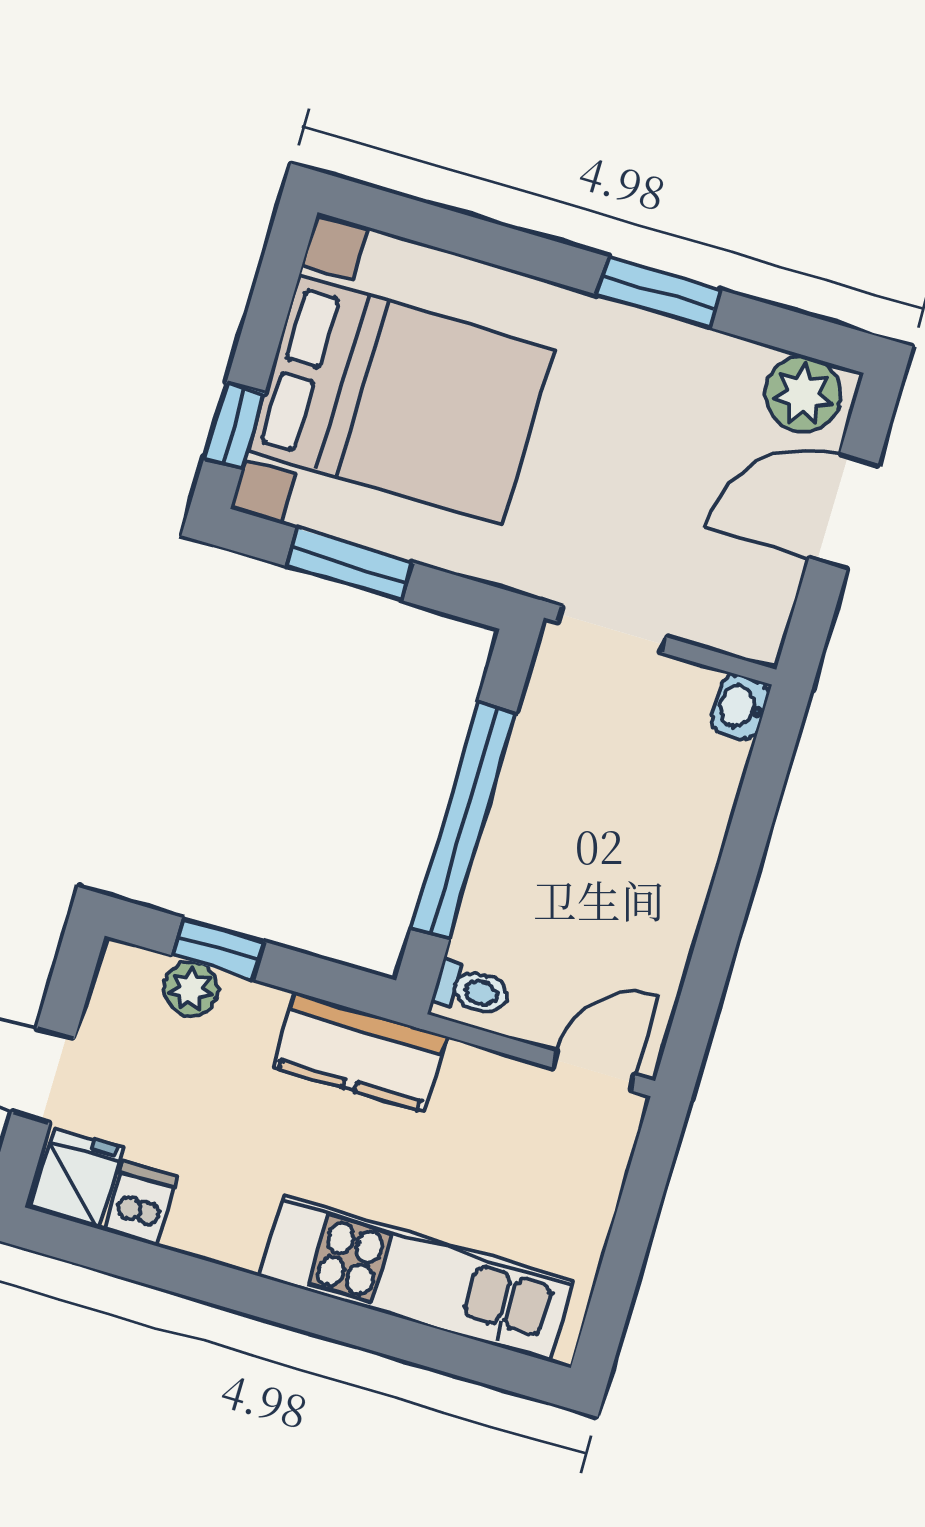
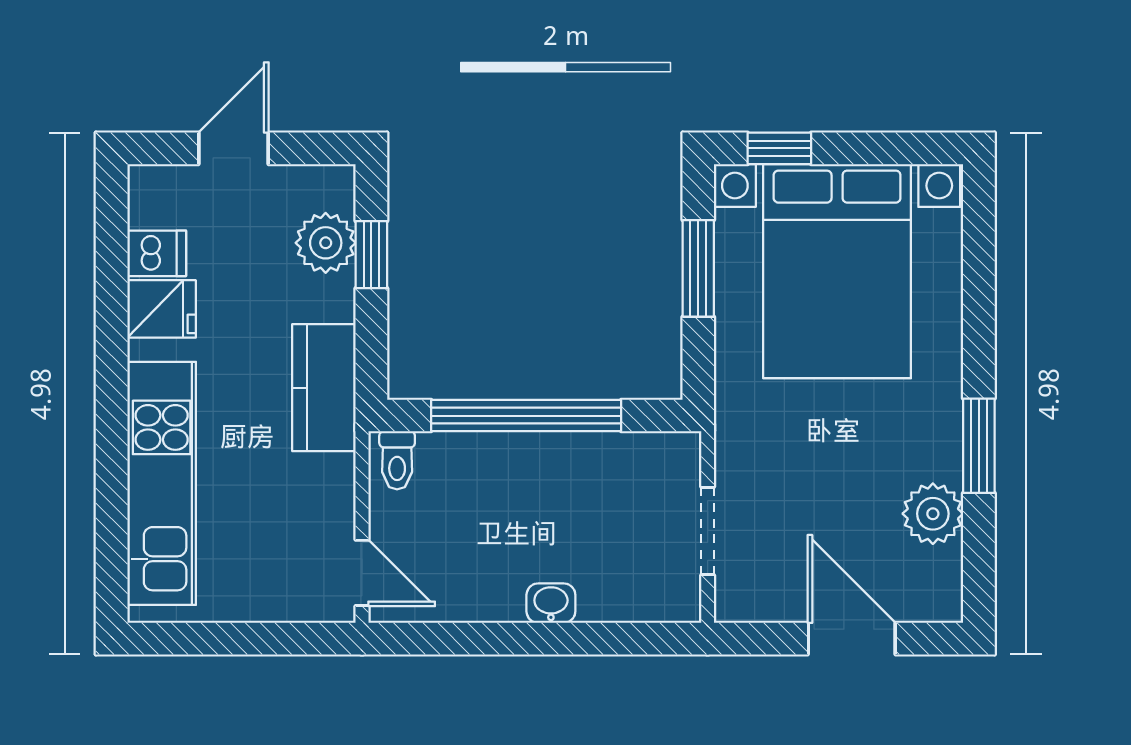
plant: (803, 394) -> (933, 514), moved
doorway: (612, 629) -> (708, 531), moved
washbasin: (740, 707) -> (551, 603), moved
plant: (191, 989) -> (326, 243), width x1.38, depth x1.38
fridge: (77, 1178) -> (162, 309), moved

